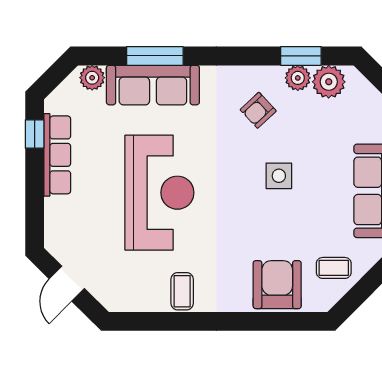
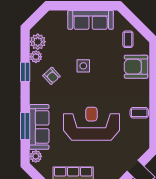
window: (301, 56) -> (25, 72), moved

